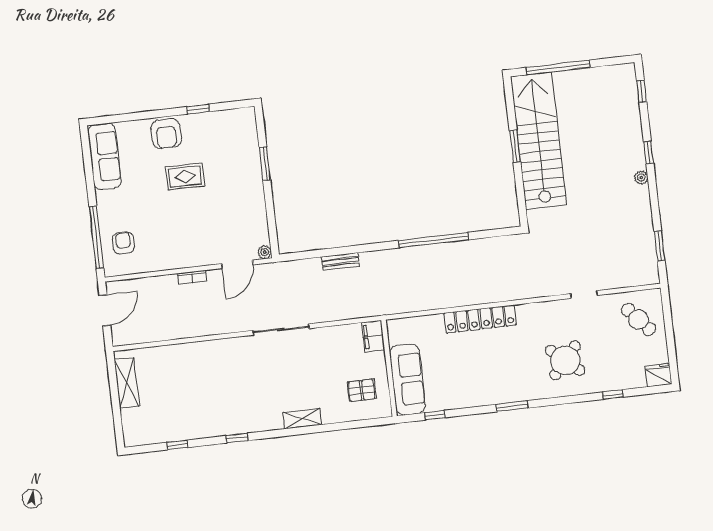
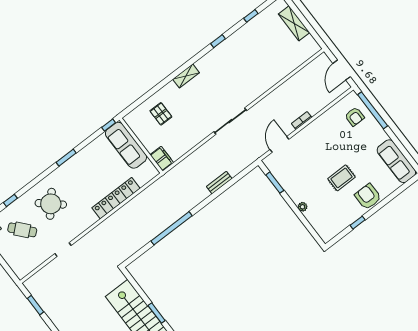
window: (265, 164) -> (275, 183), moved
plant: (265, 252) -> (302, 207), moved
cafe table: (639, 319) -> (22, 230), moved
filing cabinet: (373, 336) -> (162, 159), moved
wall: (389, 368) -> (141, 146), moved
sofa: (407, 380) -> (126, 145), moved
shelving: (127, 383) -> (294, 23), moved
pallet: (362, 390) -> (161, 114), turned 90

